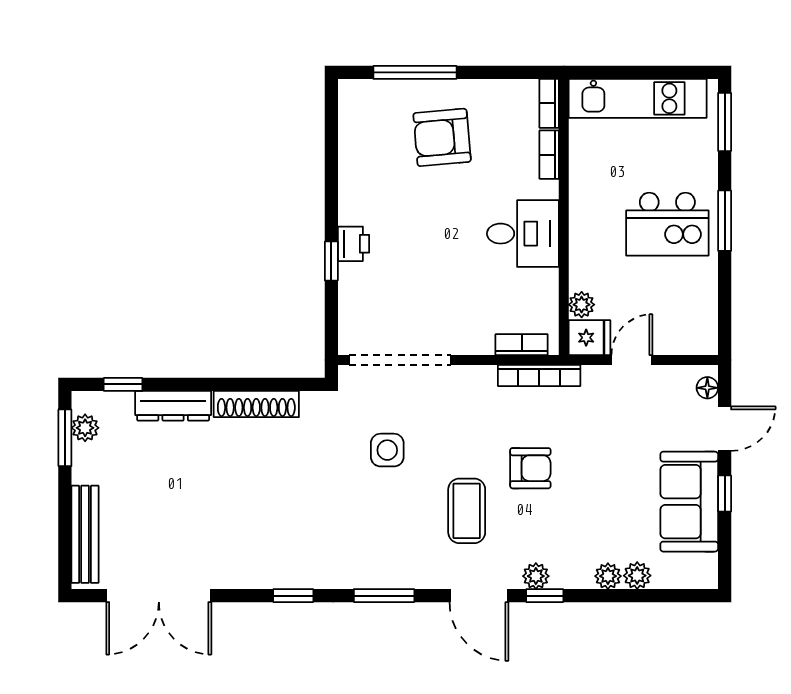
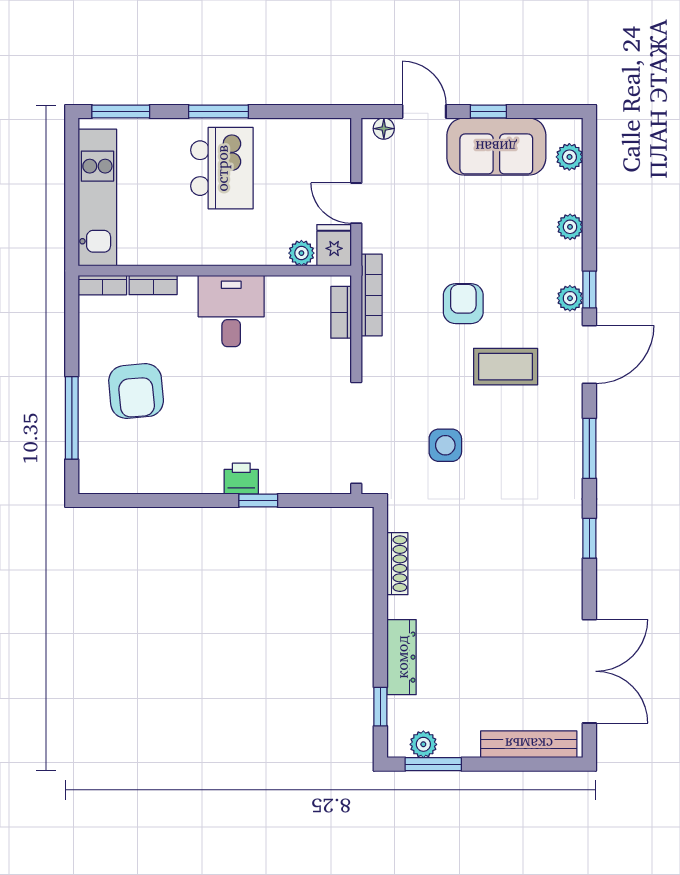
shoe rack: (256, 404) -> (397, 564), width x0.74, depth x0.81
plant: (637, 576) -> (569, 157), moved

